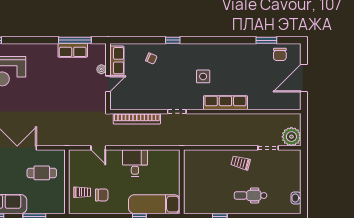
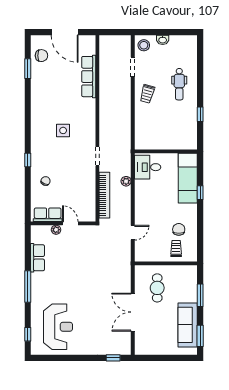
window: (75, 40) -> (28, 287), moved
row of seats: (225, 103) -> (89, 77), moved
plant: (291, 137) -> (126, 181), moved, width x0.53, depth x0.53
stool: (290, 159) -> (144, 45), added
desk: (135, 163) -> (148, 167), moved
washbasin: (296, 198) -> (163, 40), moved

